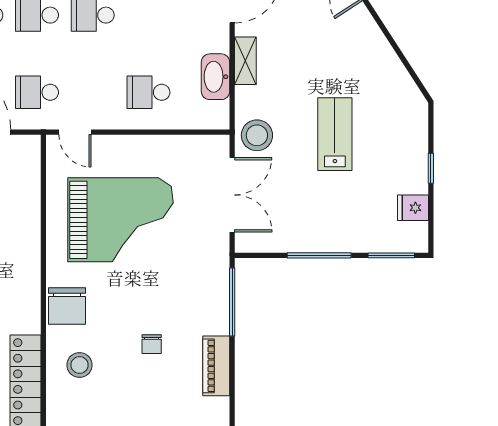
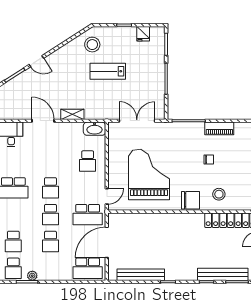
washbasin: (216, 77) -> (94, 129), moved
school desk: (37, 92) -> (88, 215), width x1.85
stool: (257, 135) -> (92, 45), moved

